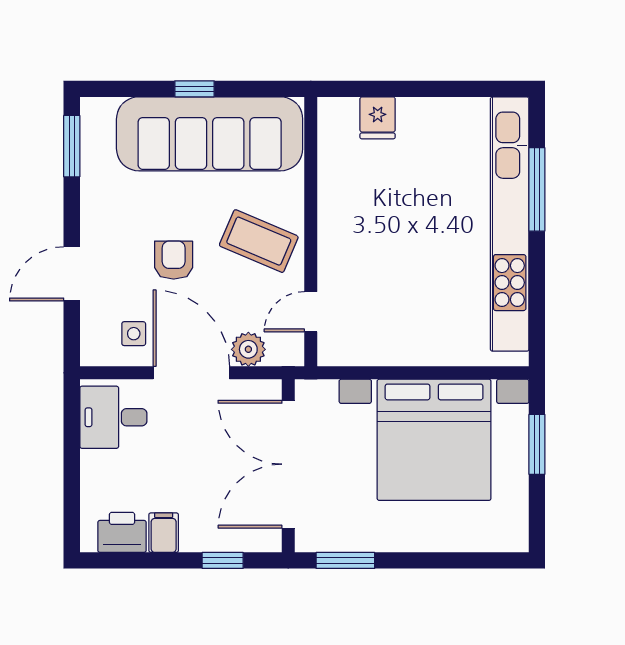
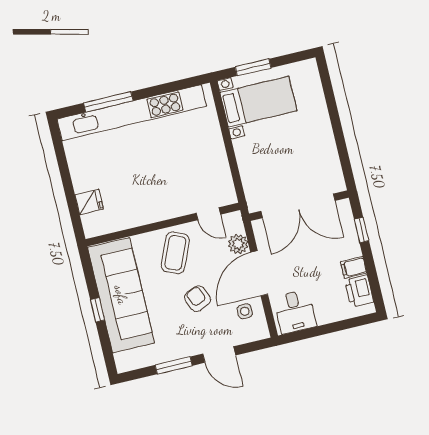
window: (72, 146) -> (174, 365), moved
armchair: (174, 260) -> (198, 299), turned 67
bed with nightstands: (434, 440) -> (259, 102), width x0.54
window: (345, 560) -> (345, 160), removed

